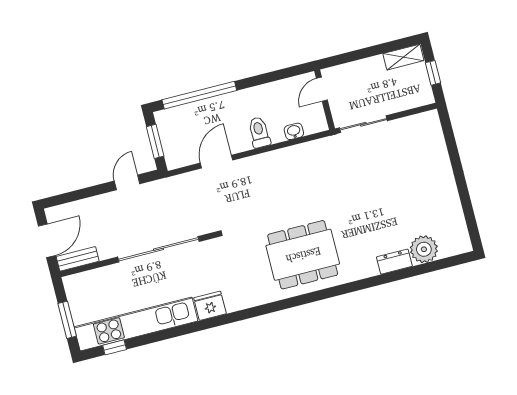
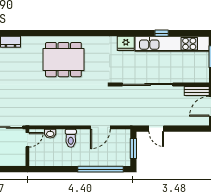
door: (322, 89) -> (27, 140), moved
door: (127, 182) -> (156, 129), hinge flipped
window: (115, 347) -> (162, 33), moved

